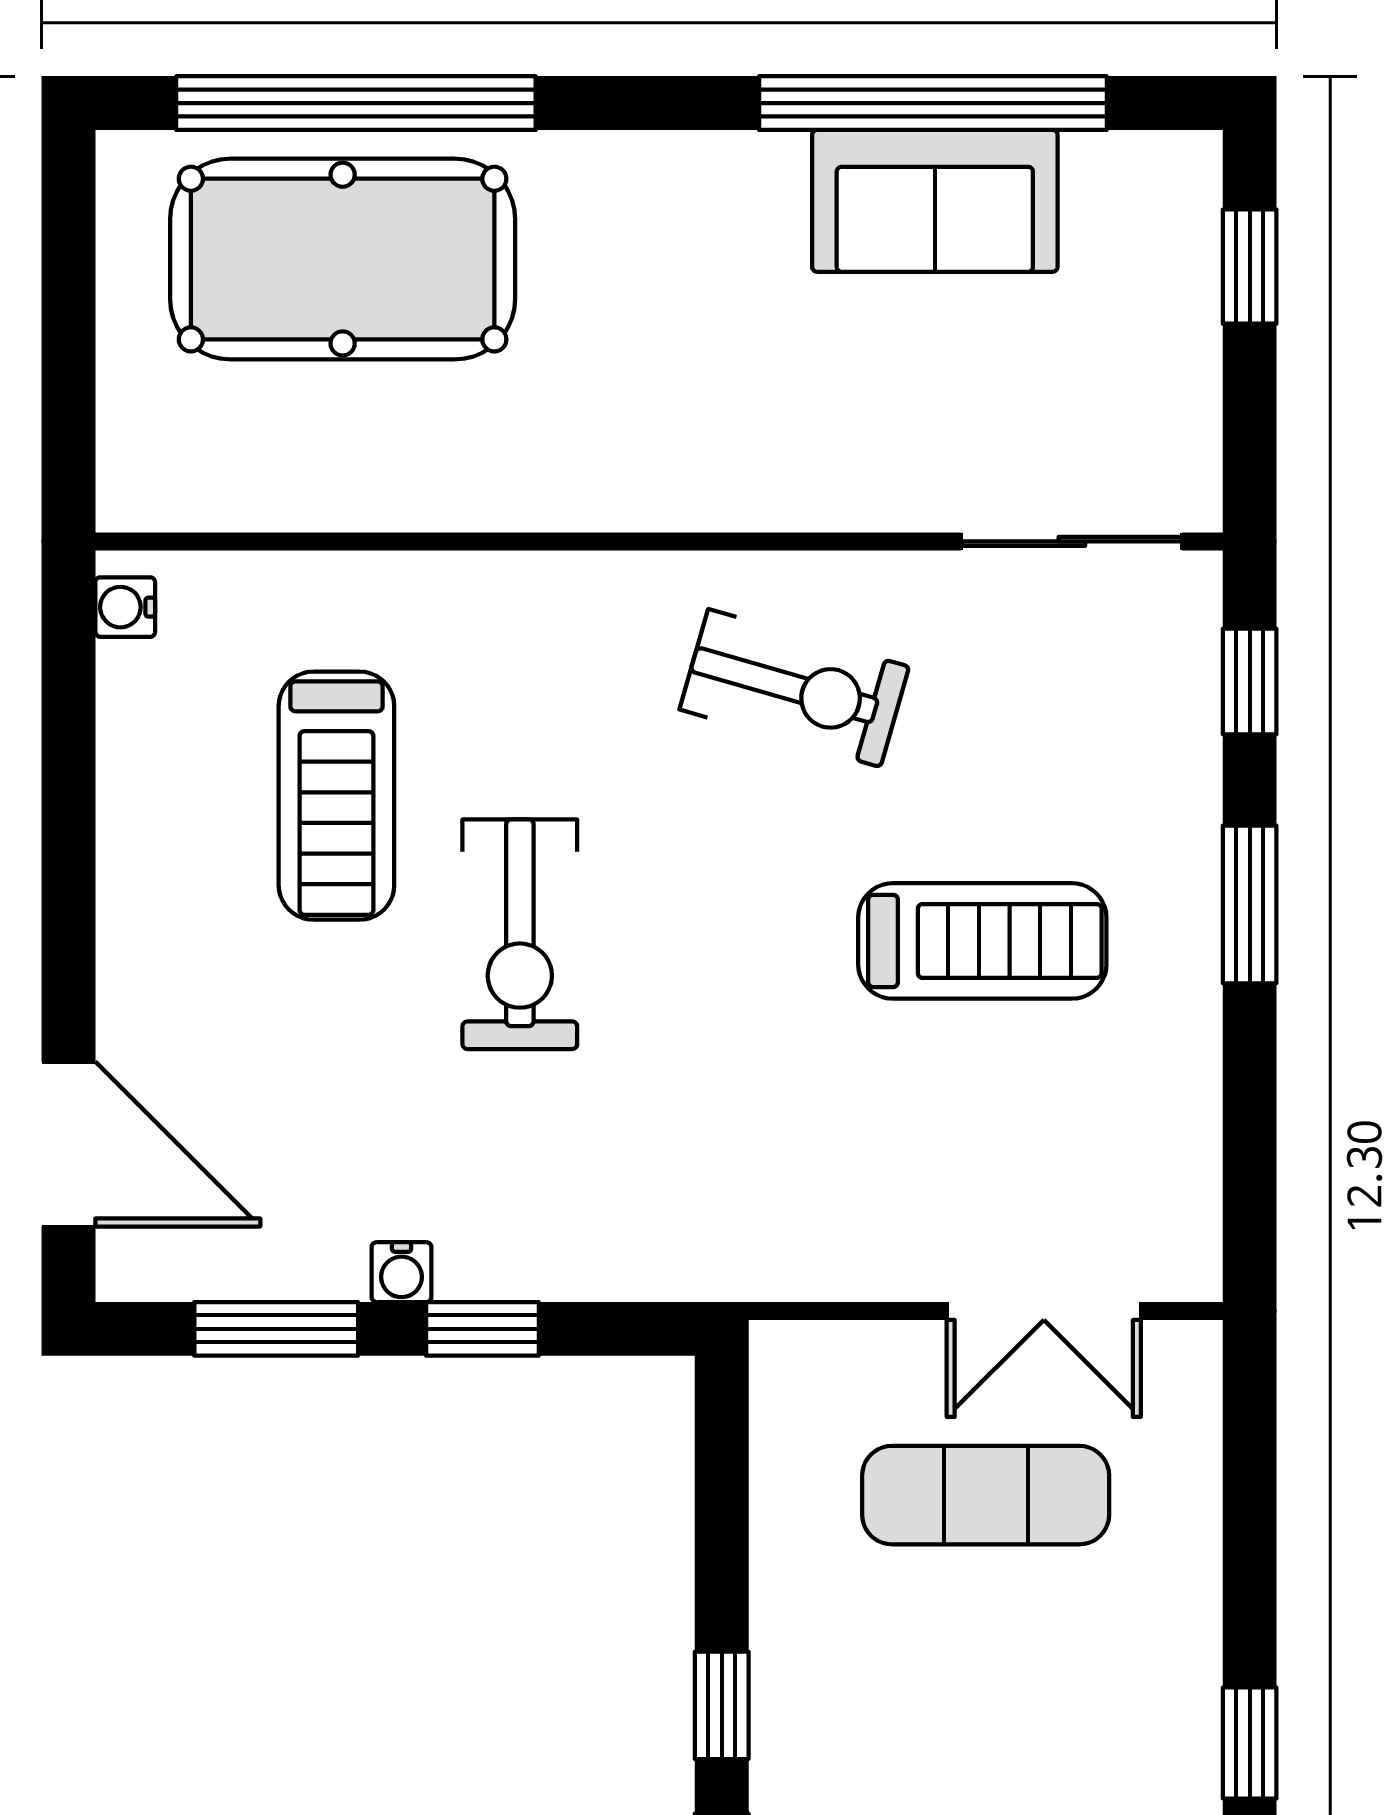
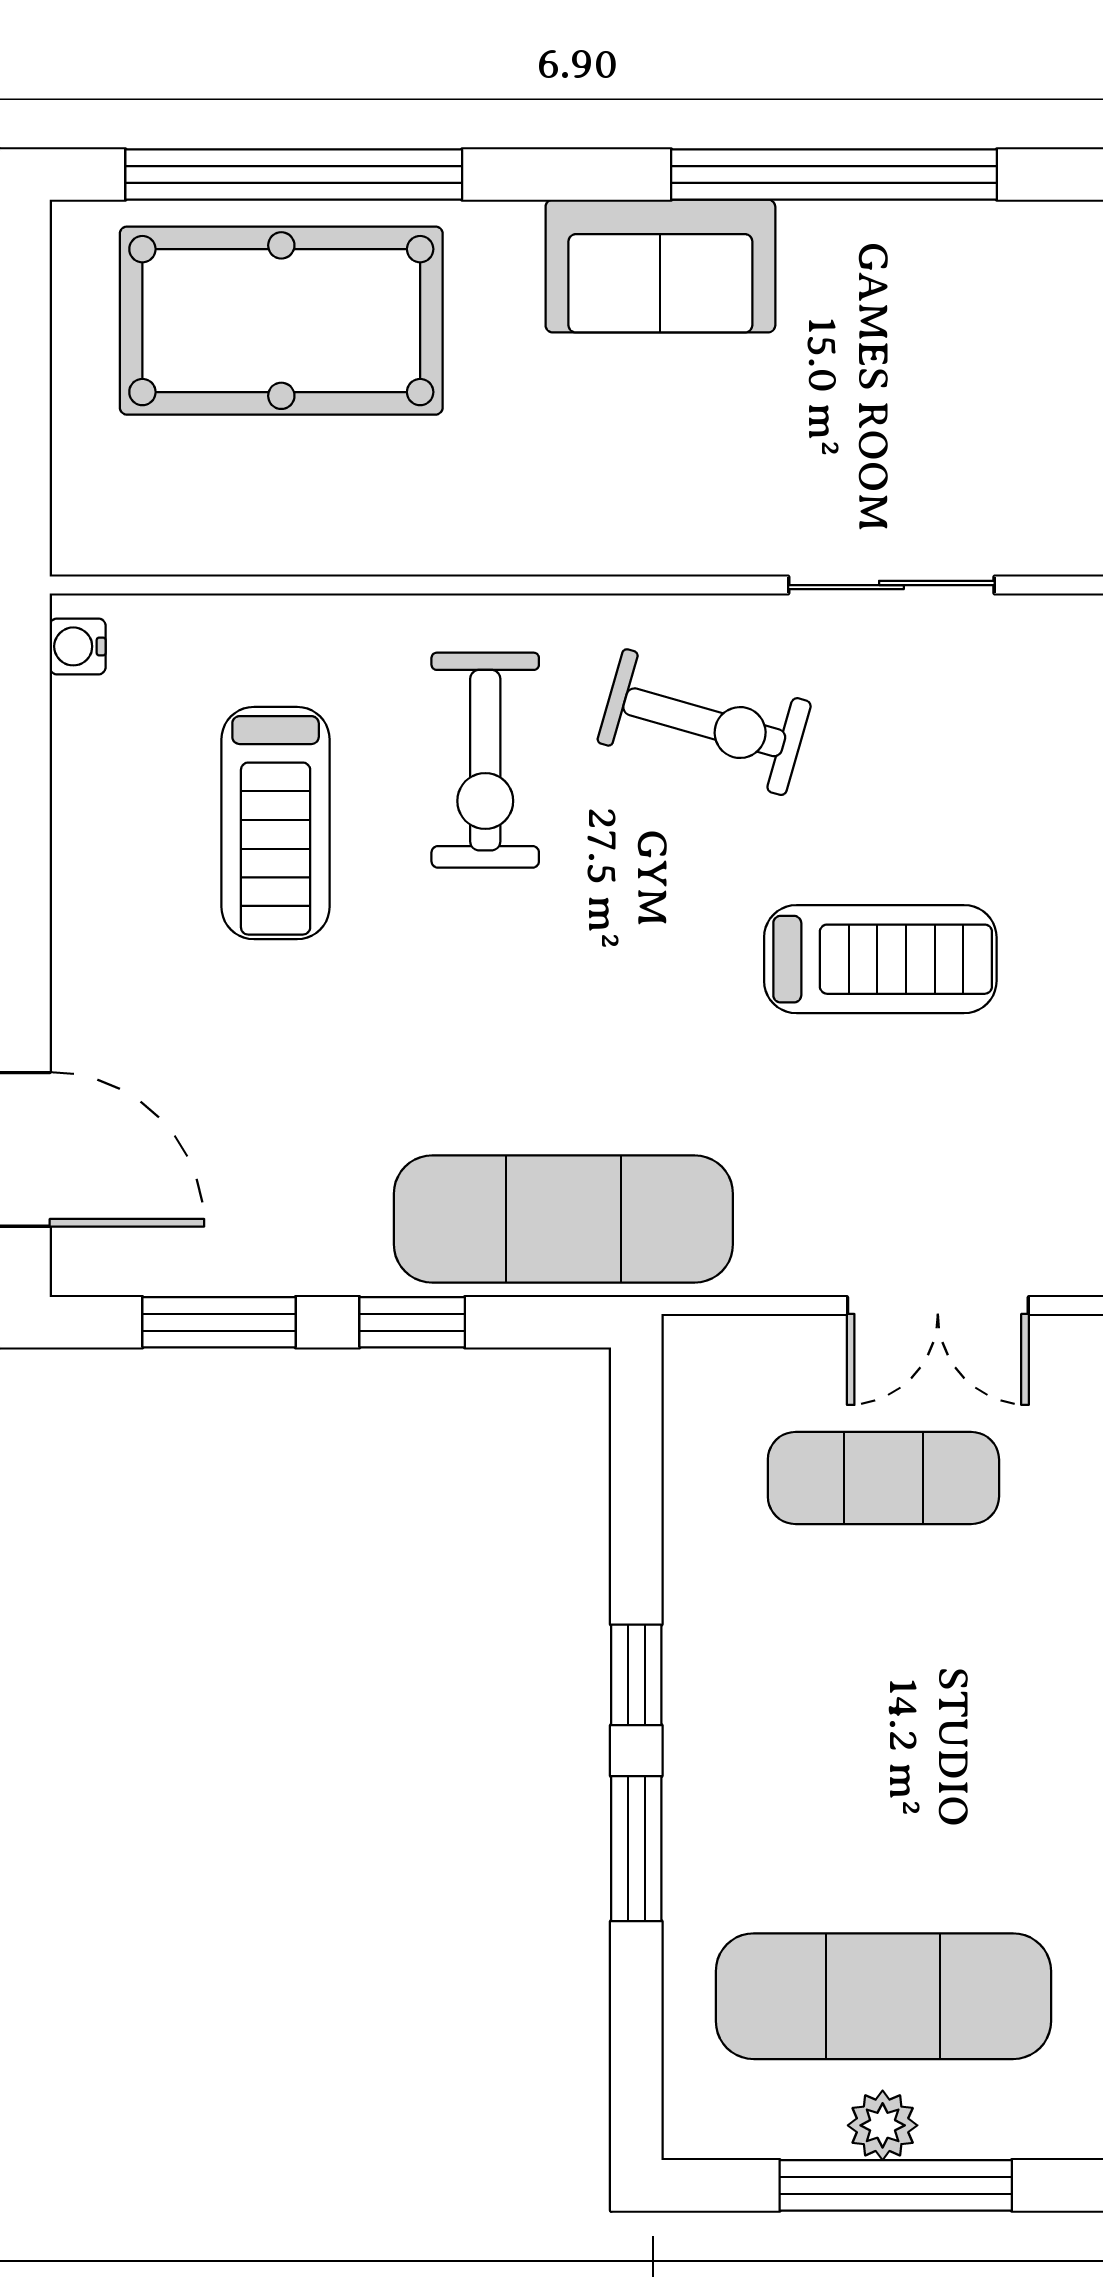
sofa: (935, 201) -> (660, 266), moved
sliding door: (1072, 541) -> (891, 585), moved
exercise bike: (520, 934) -> (485, 760), moved
exercise mat: (644, 1219) -> (563, 1219), added
water cooler: (402, 1272) -> (336, 1269), removed

